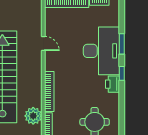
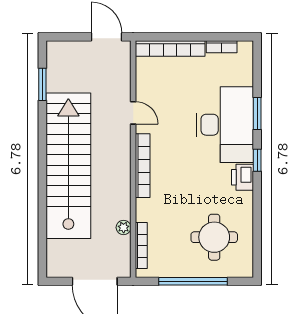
bookcase: (49, 92) -> (143, 166), moved
plant: (33, 116) -> (124, 227), width x0.53, depth x0.53

